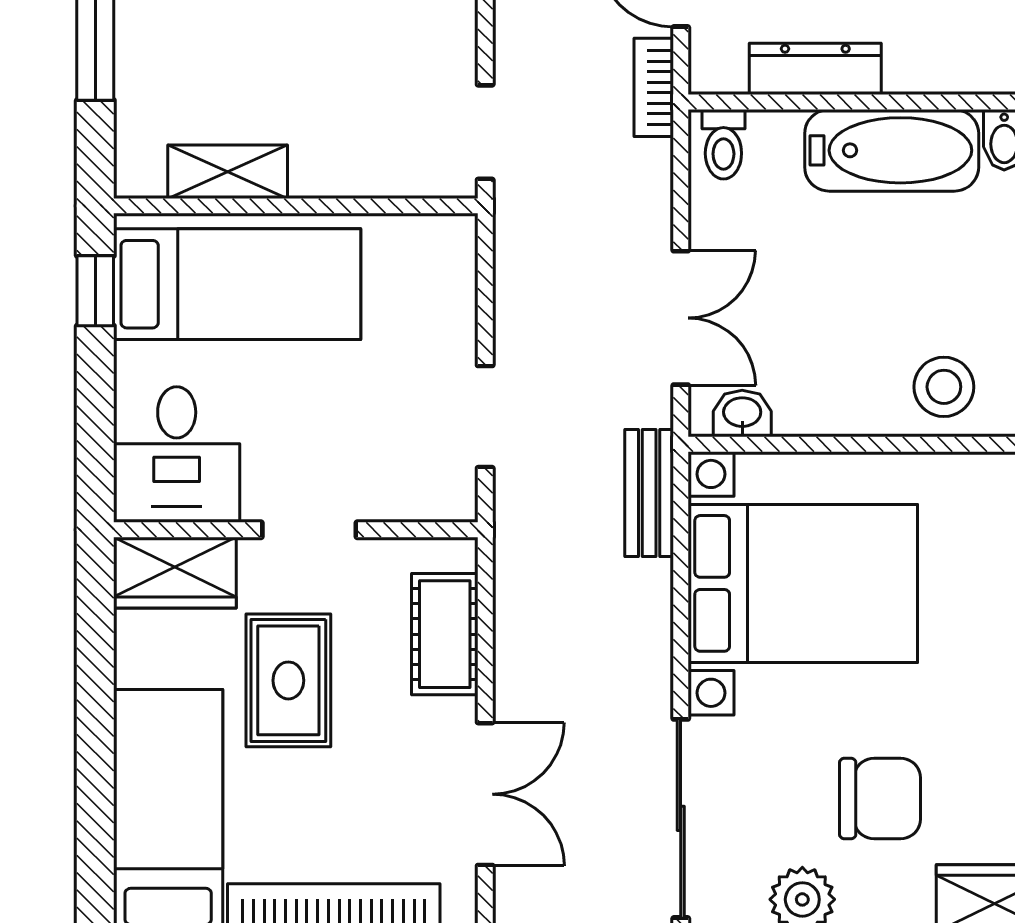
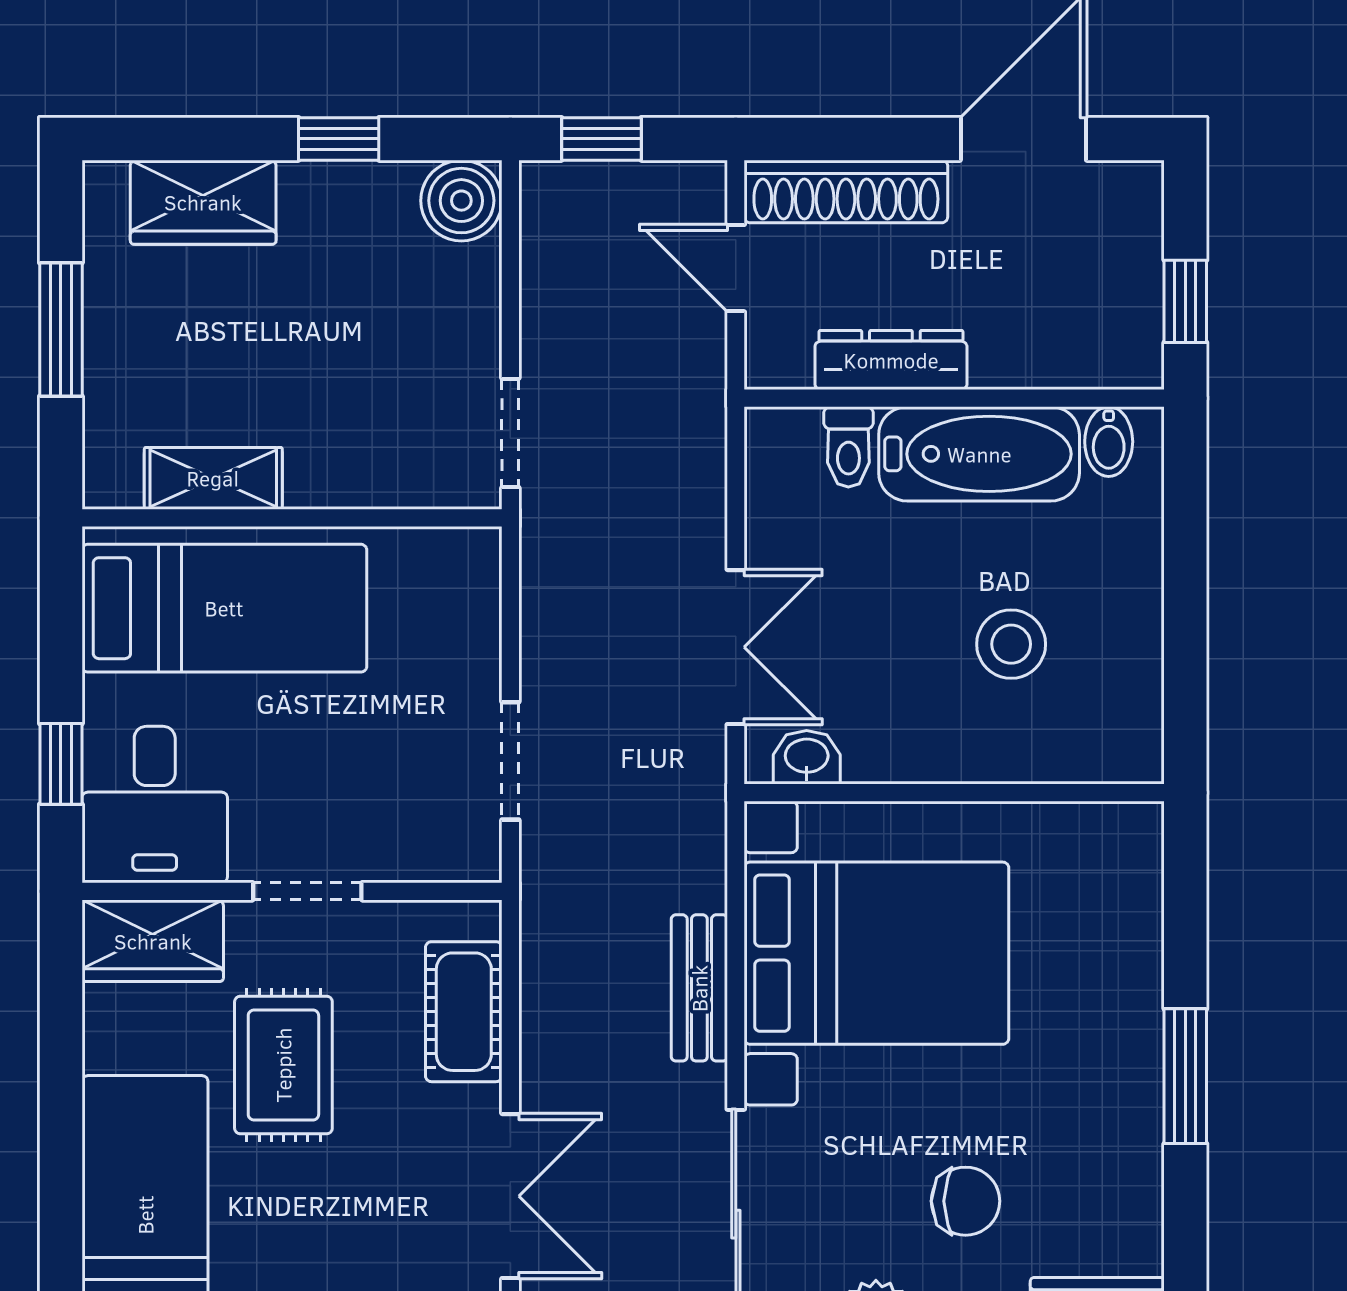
bookcase: (654, 87) -> (705, 381), removed
toilet: (723, 144) -> (848, 447), moved
window: (95, 291) -> (61, 764), moved
stool: (944, 387) -> (1011, 644), moved
bench: (649, 493) -> (699, 988), moved
chair: (880, 799) -> (966, 1201), width x0.73, depth x0.73

